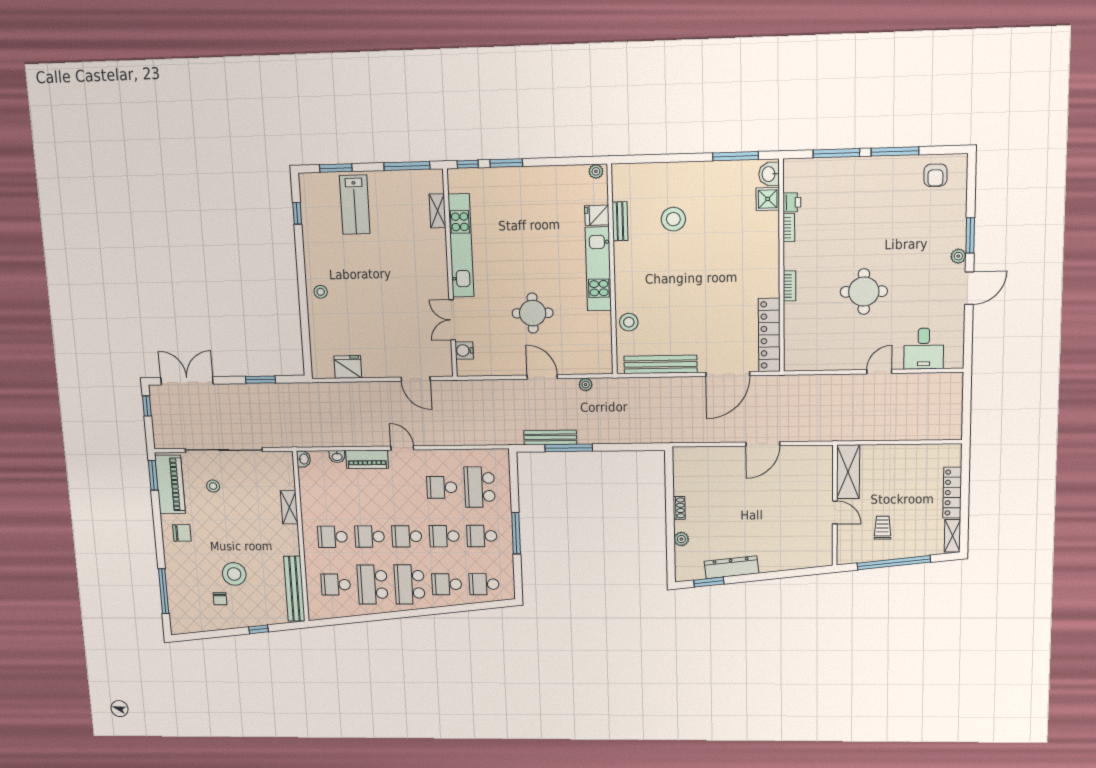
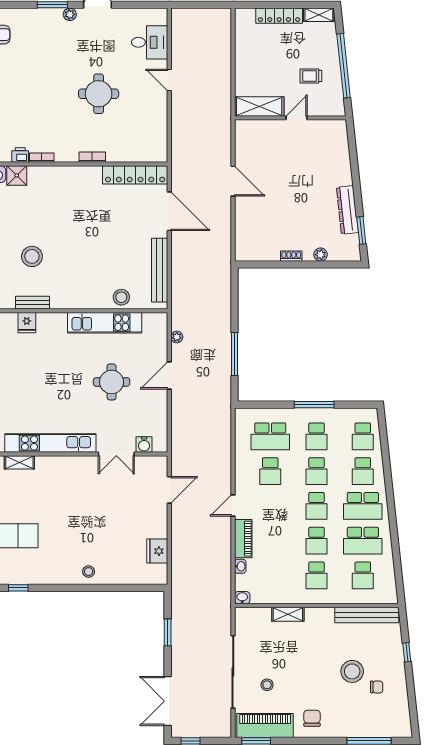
kitchen unit: (598, 269) -> (105, 323), moved
bench: (550, 437) -> (225, 370), removed

